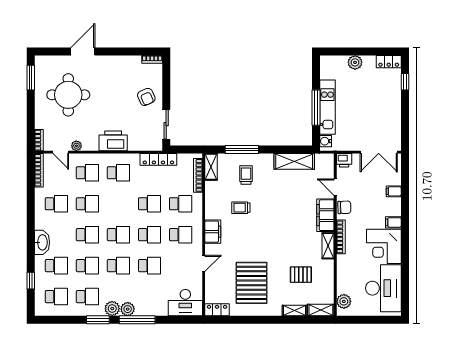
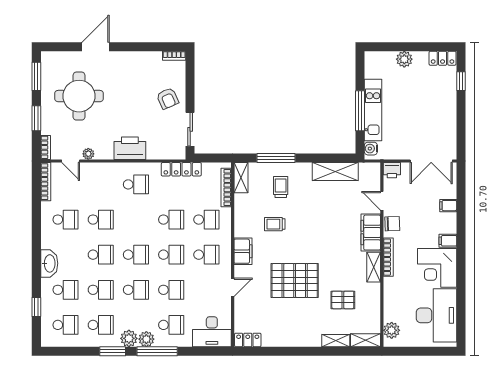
window: (31, 114) -> (36, 118), added
school desk: (87, 173) -> (171, 325), moved
pallet: (252, 283) -> (295, 281), moved, turned 90

